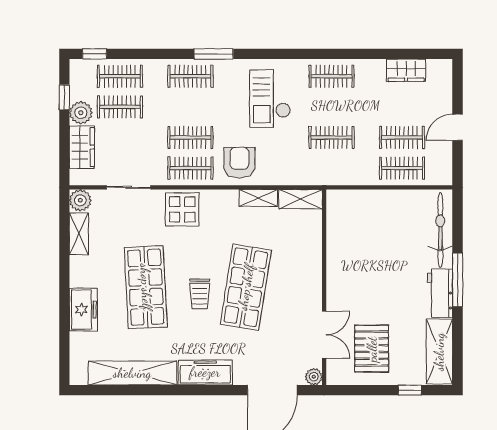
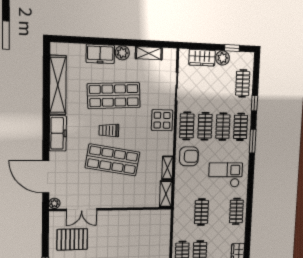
window: (95, 54) -> (254, 103), moved
clothes rail: (120, 107) -> (223, 127), moved
plant: (80, 200) -> (122, 53), moved

